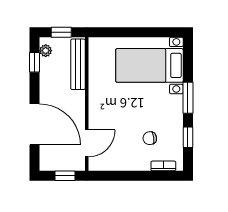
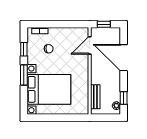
window: (61, 32) -> (106, 118), removed
bench: (78, 64) -> (95, 97), width x0.73
bed with nightstands: (149, 65) -> (49, 89), width x1.36

